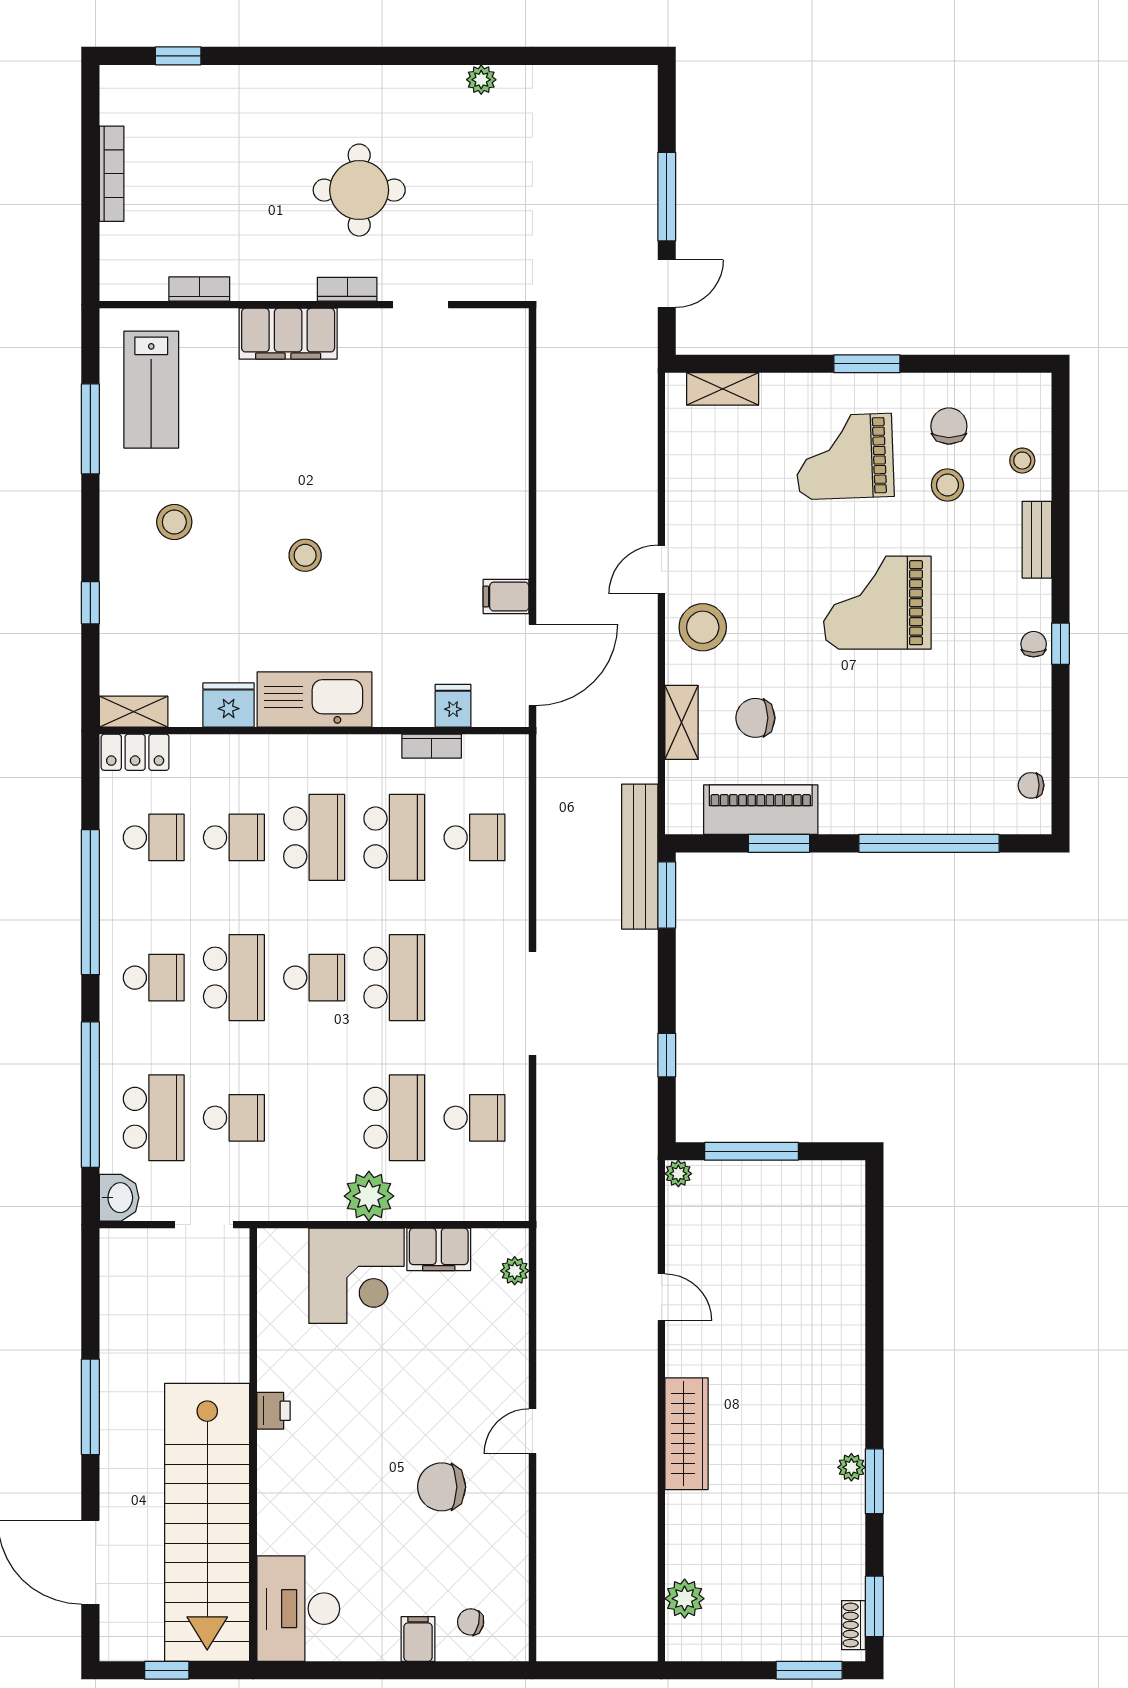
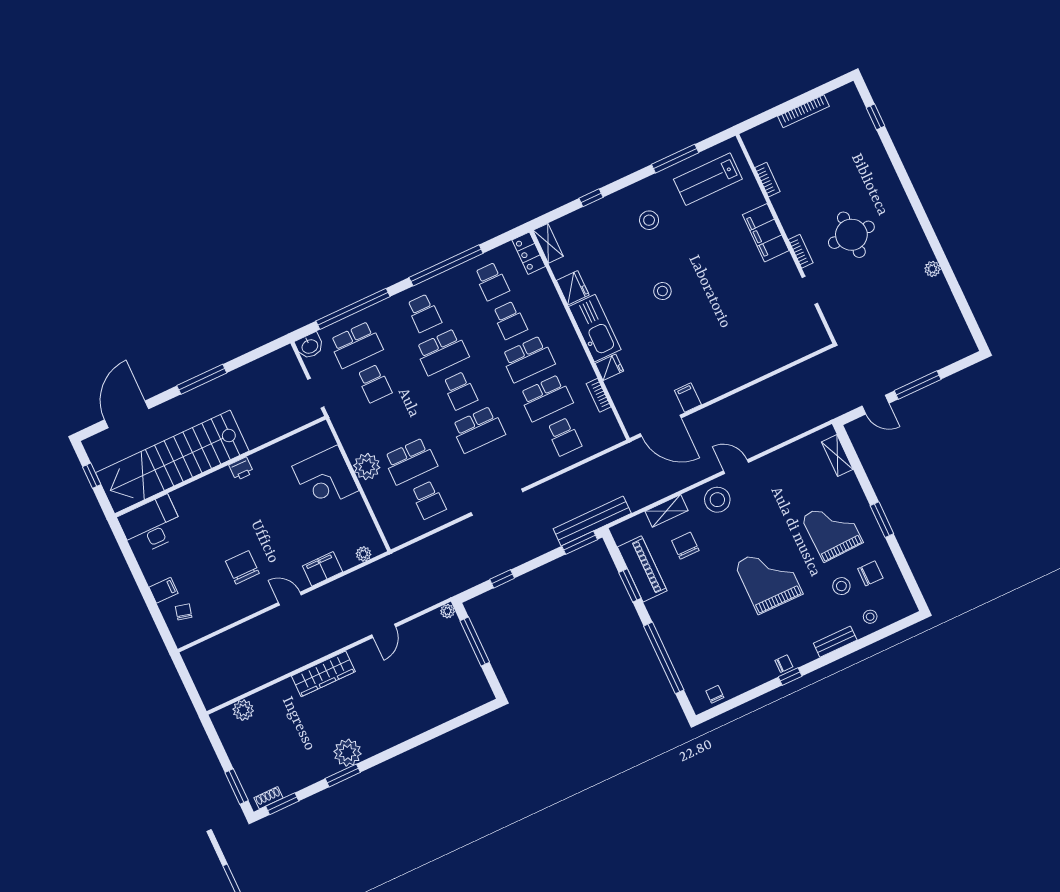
fridge: (453, 706) -> (609, 367), moved
filing cabinet: (439, 1249) -> (322, 569), moved, turned 90
plant: (851, 1467) -> (348, 753), width x1.87, depth x1.87

